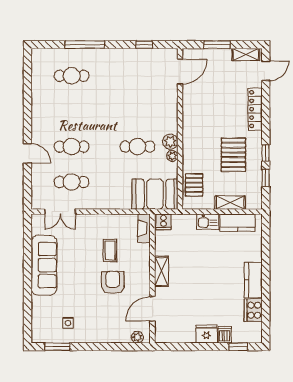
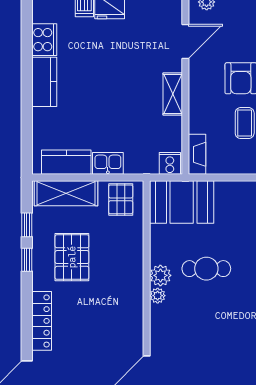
plant: (172, 156) -> (158, 296), moved
pallet: (194, 185) -> (121, 199), moved
shelving: (230, 203) -> (66, 193), width x1.50, depth x1.33

